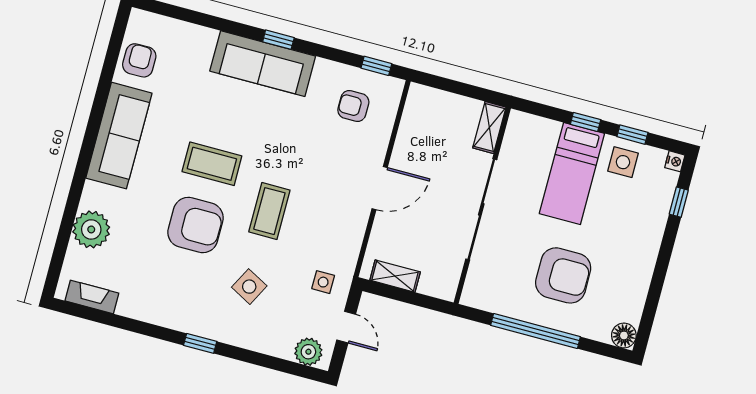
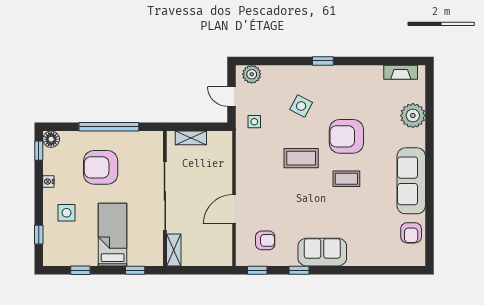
window: (278, 40) -> (299, 270), moved
sofa: (263, 64) -> (322, 252), width x0.73
window: (586, 122) -> (135, 270), moved
nightstand: (675, 161) -> (48, 181), moved
side table: (623, 162) -> (67, 213), moved
coffee table: (212, 164) -> (346, 179), width x0.73, depth x0.77
door: (380, 188) -> (234, 209), moved
coffee table: (269, 211) -> (301, 158), turned 90
shelving: (395, 276) -> (191, 138), moved
window: (646, 324) -> (39, 151), added

